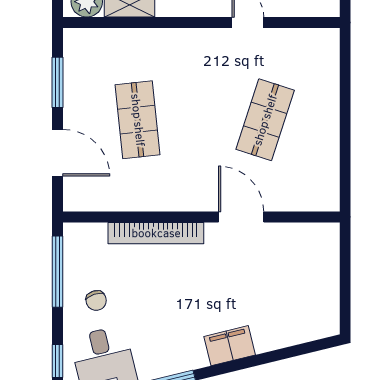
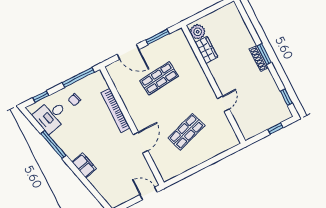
shop shelf: (265, 120) -> (186, 132), turned -36
door: (57, 153) -> (128, 52), hinge flipped
door: (345, 251) -> (149, 193), added

